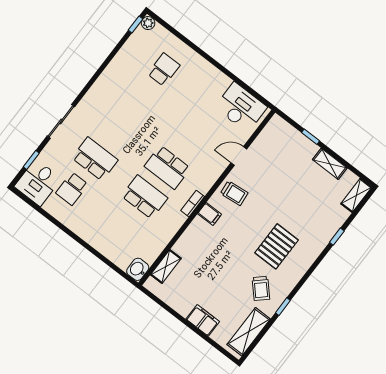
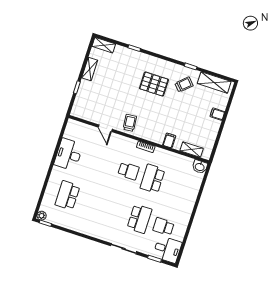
school desk: (164, 69) -> (67, 195), width x1.85
desk: (241, 107) -> (69, 155), moved
school desk: (95, 159) -> (139, 219), turned 180
school desk: (167, 167) -> (128, 171), width x0.54
school desk: (72, 189) -> (163, 227), turned 180
filing cabinet: (210, 214) -> (169, 140), moved
filing cabinet: (203, 320) -> (217, 114), width x0.50

